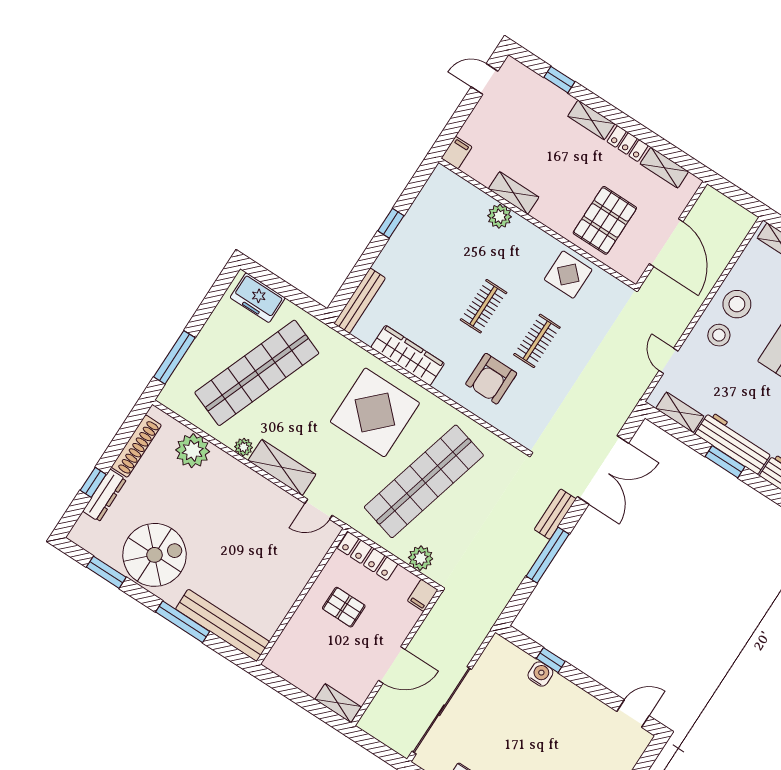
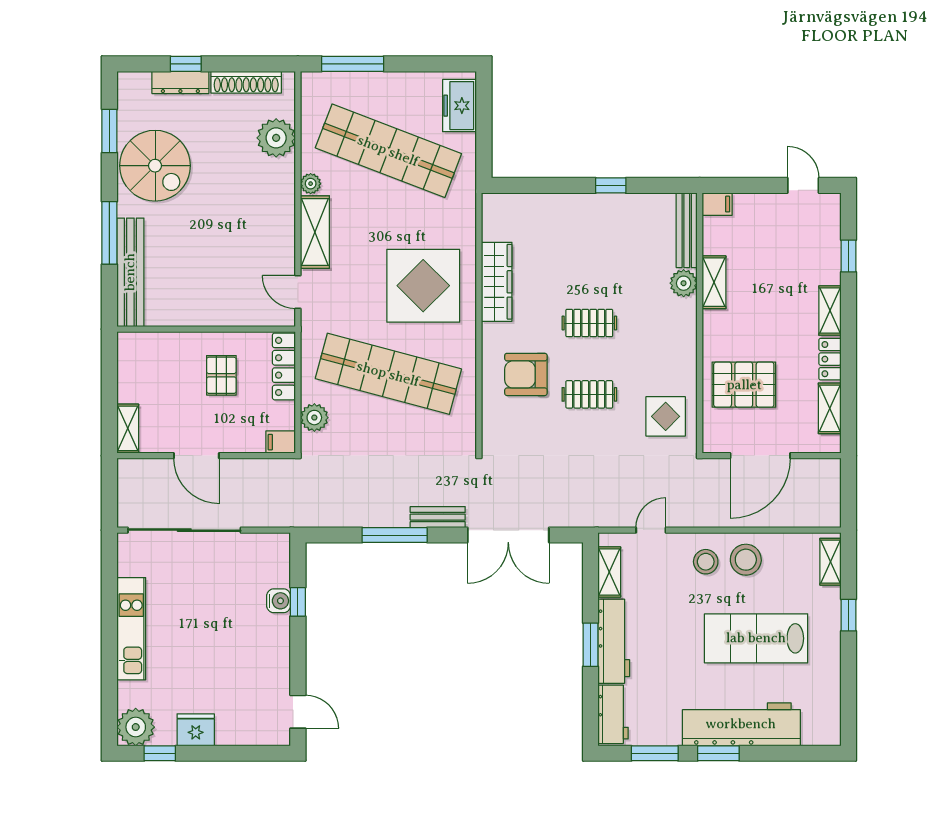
display table: (568, 275) -> (666, 416), moved
bench: (360, 301) -> (687, 230), moved, turned 90

